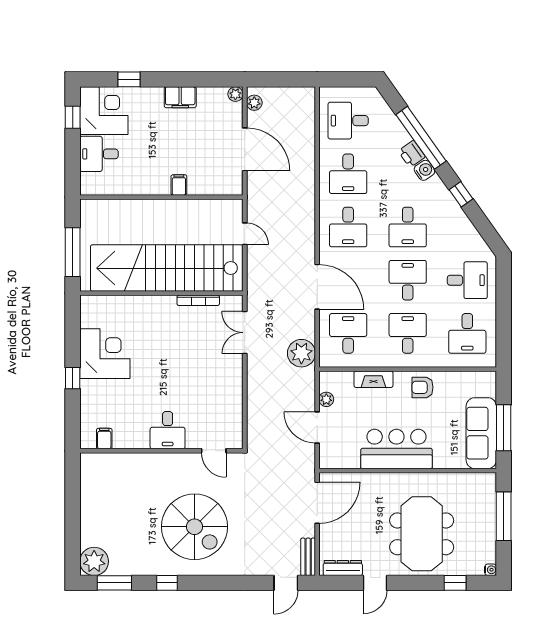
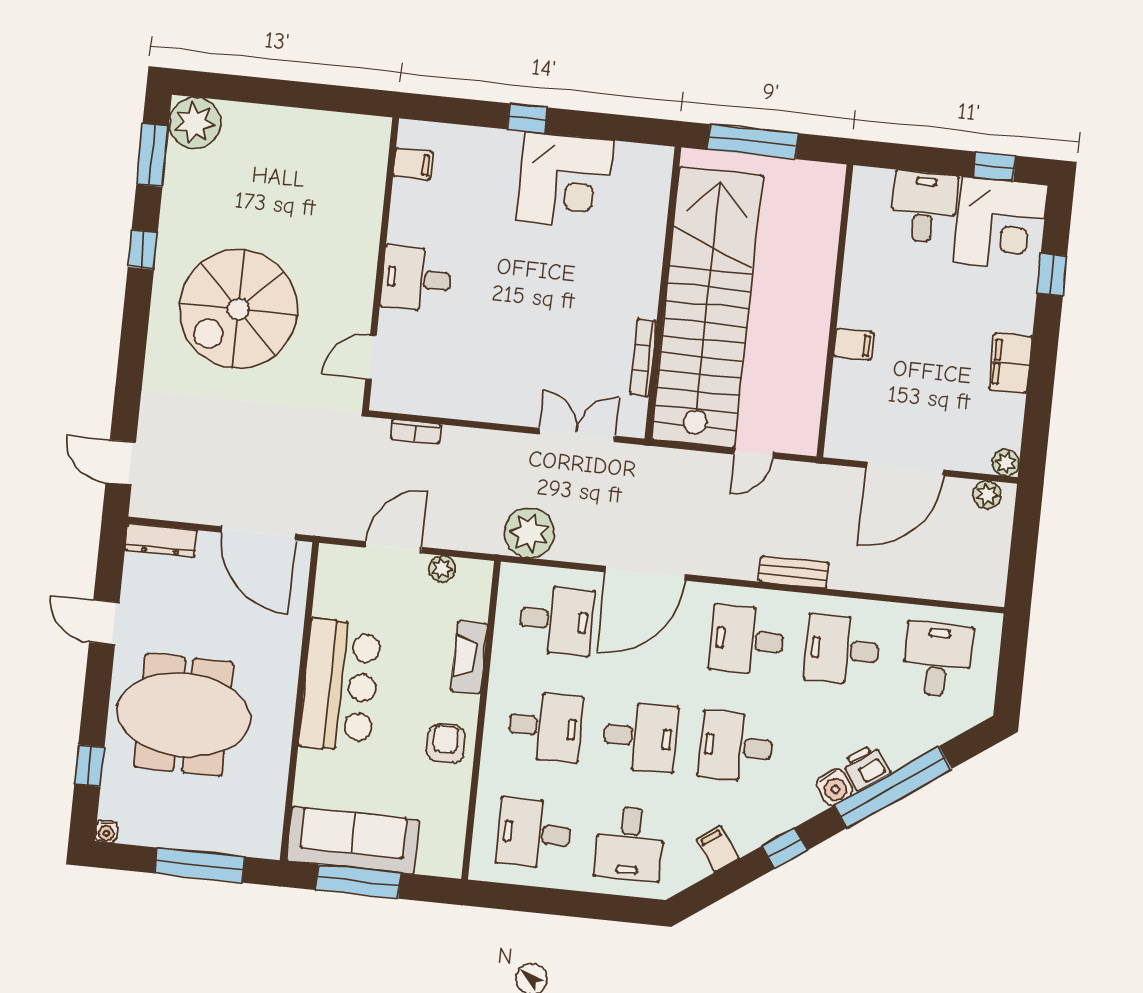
filing cabinet: (465, 231) -> (718, 849), added
bookcase: (252, 422) -> (415, 431), added
bench: (308, 557) -> (794, 572), moved
dresser: (343, 568) -> (161, 540), moved, turned 90

